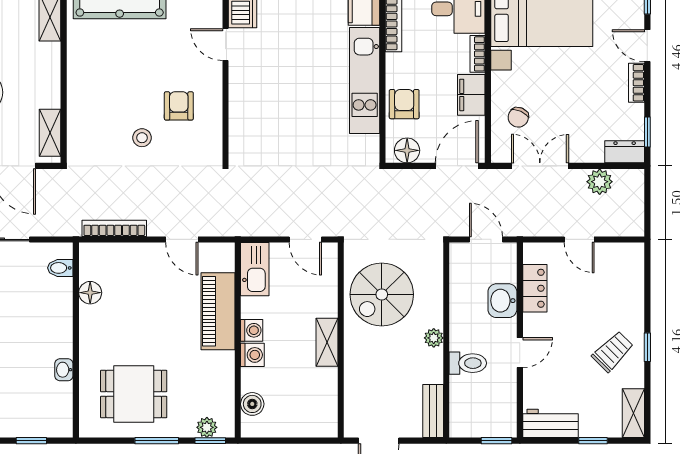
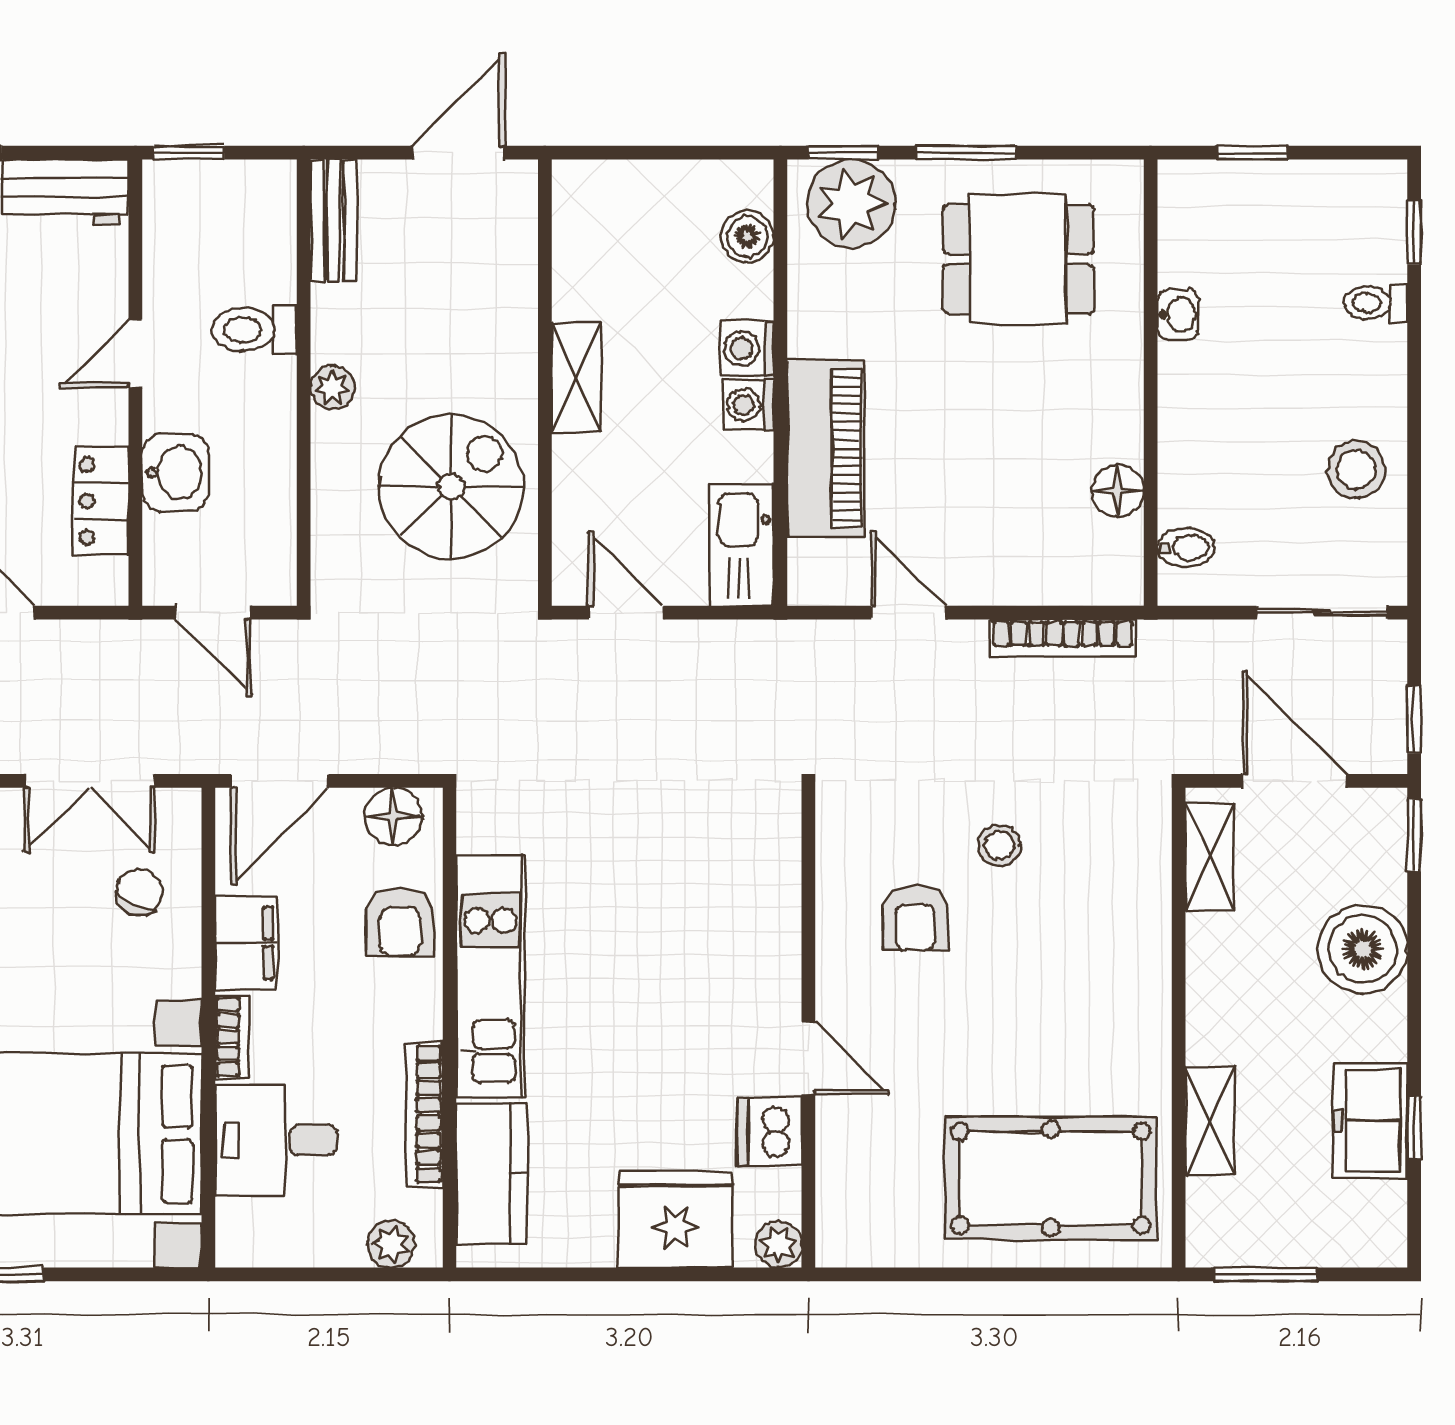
plant: (207, 427) -> (851, 203), width x1.87, depth x1.87

